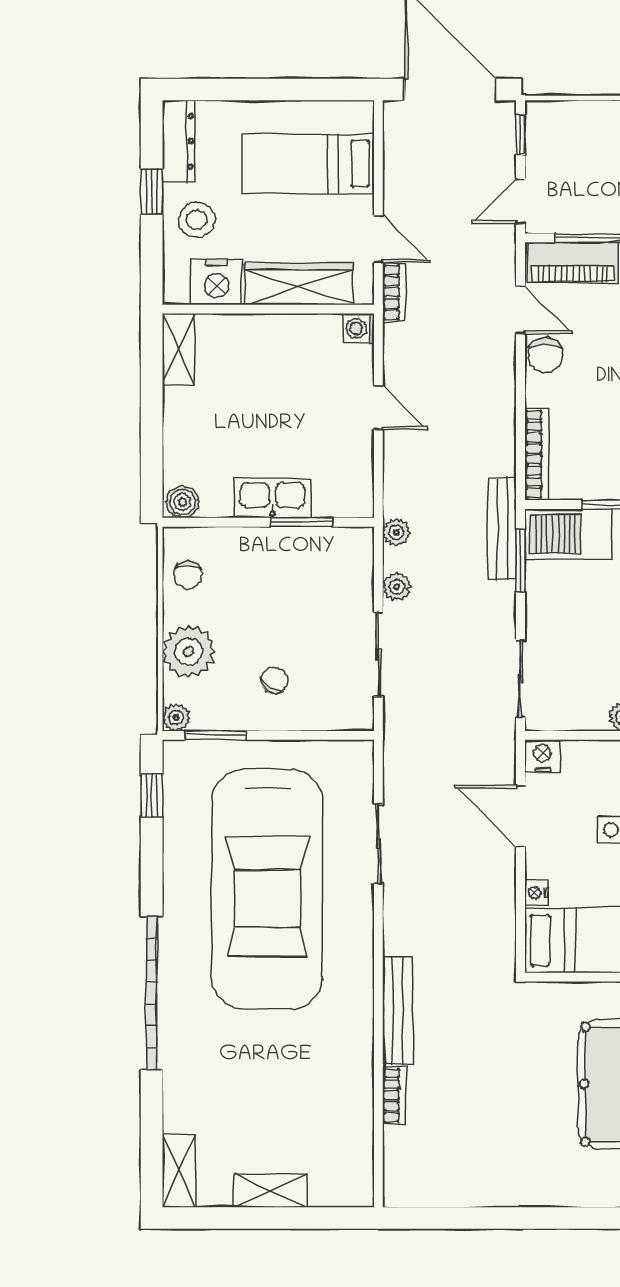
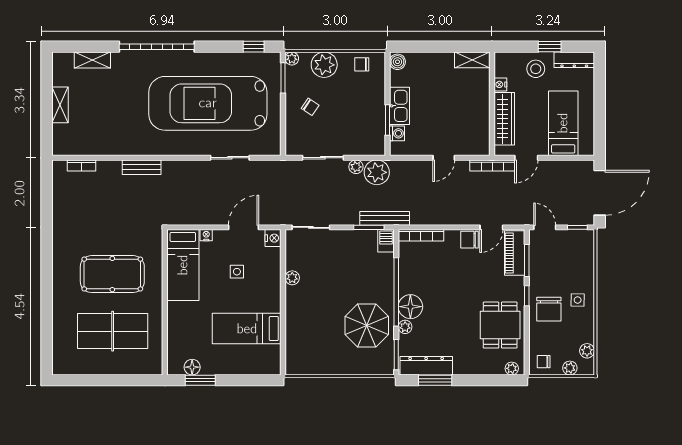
nightstand: (217, 282) -> (500, 84), width x0.53, depth x0.56
bookcase: (394, 292) -> (492, 166), width x1.56
washing machine: (359, 328) -> (397, 133), moved, turned 90
plant: (396, 532) -> (377, 172), width x1.88, depth x1.88
barbecue: (569, 534) -> (386, 241), width x0.53, depth x0.65
bench: (398, 1010) -> (142, 167), width x0.73
bookcase: (394, 1095) -> (82, 165), moved
shelving: (179, 1171) -> (92, 60), moved

